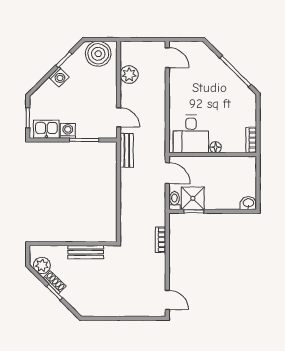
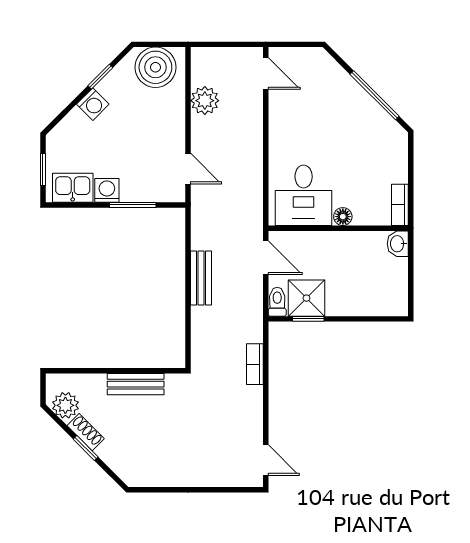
bench: (127, 150) -> (201, 278), moved
washbasin: (248, 203) -> (398, 244), moved, turned -90

